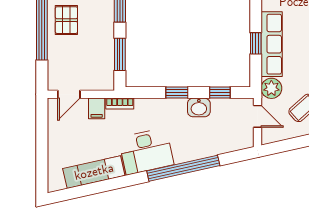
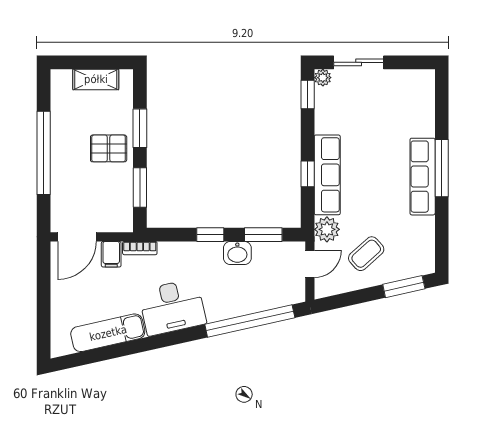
pallet: (66, 20) -> (109, 148), moved, turned 90
window: (220, 93) -> (263, 235), width x1.50
door: (69, 94) -> (77, 237), width x1.38
door: (258, 116) -> (310, 264), hinge flipped
window: (183, 168) -> (250, 321), moved

